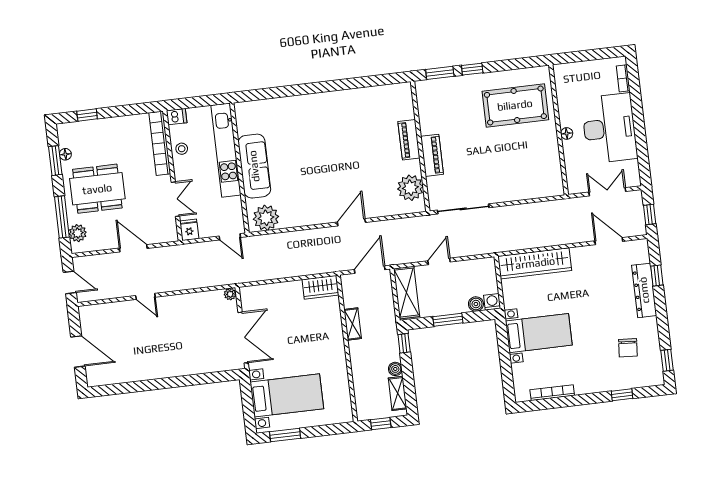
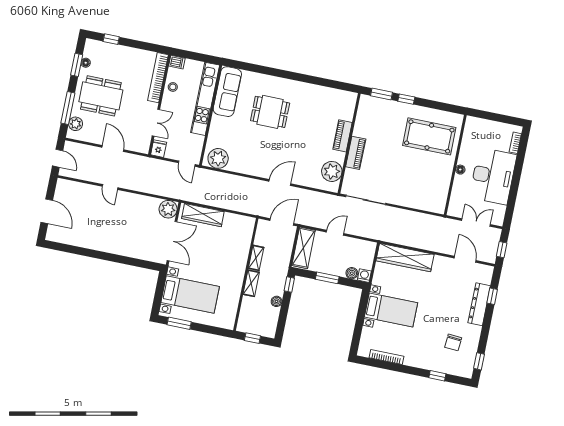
dining table: (311, 140) -> (270, 112), added
sofa: (254, 166) -> (227, 92), moved
wardrobe: (320, 287) -> (203, 215), moved, width x1.50
plant: (230, 294) -> (168, 209), width x1.87, depth x1.87
shelving: (398, 393) -> (251, 283), moved

